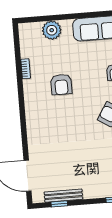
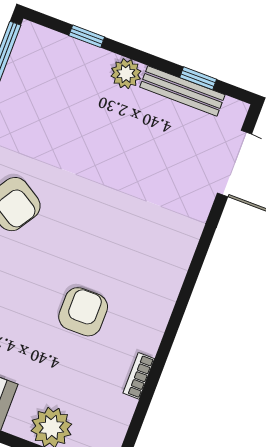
plant: (90, 192) -> (126, 74), added

